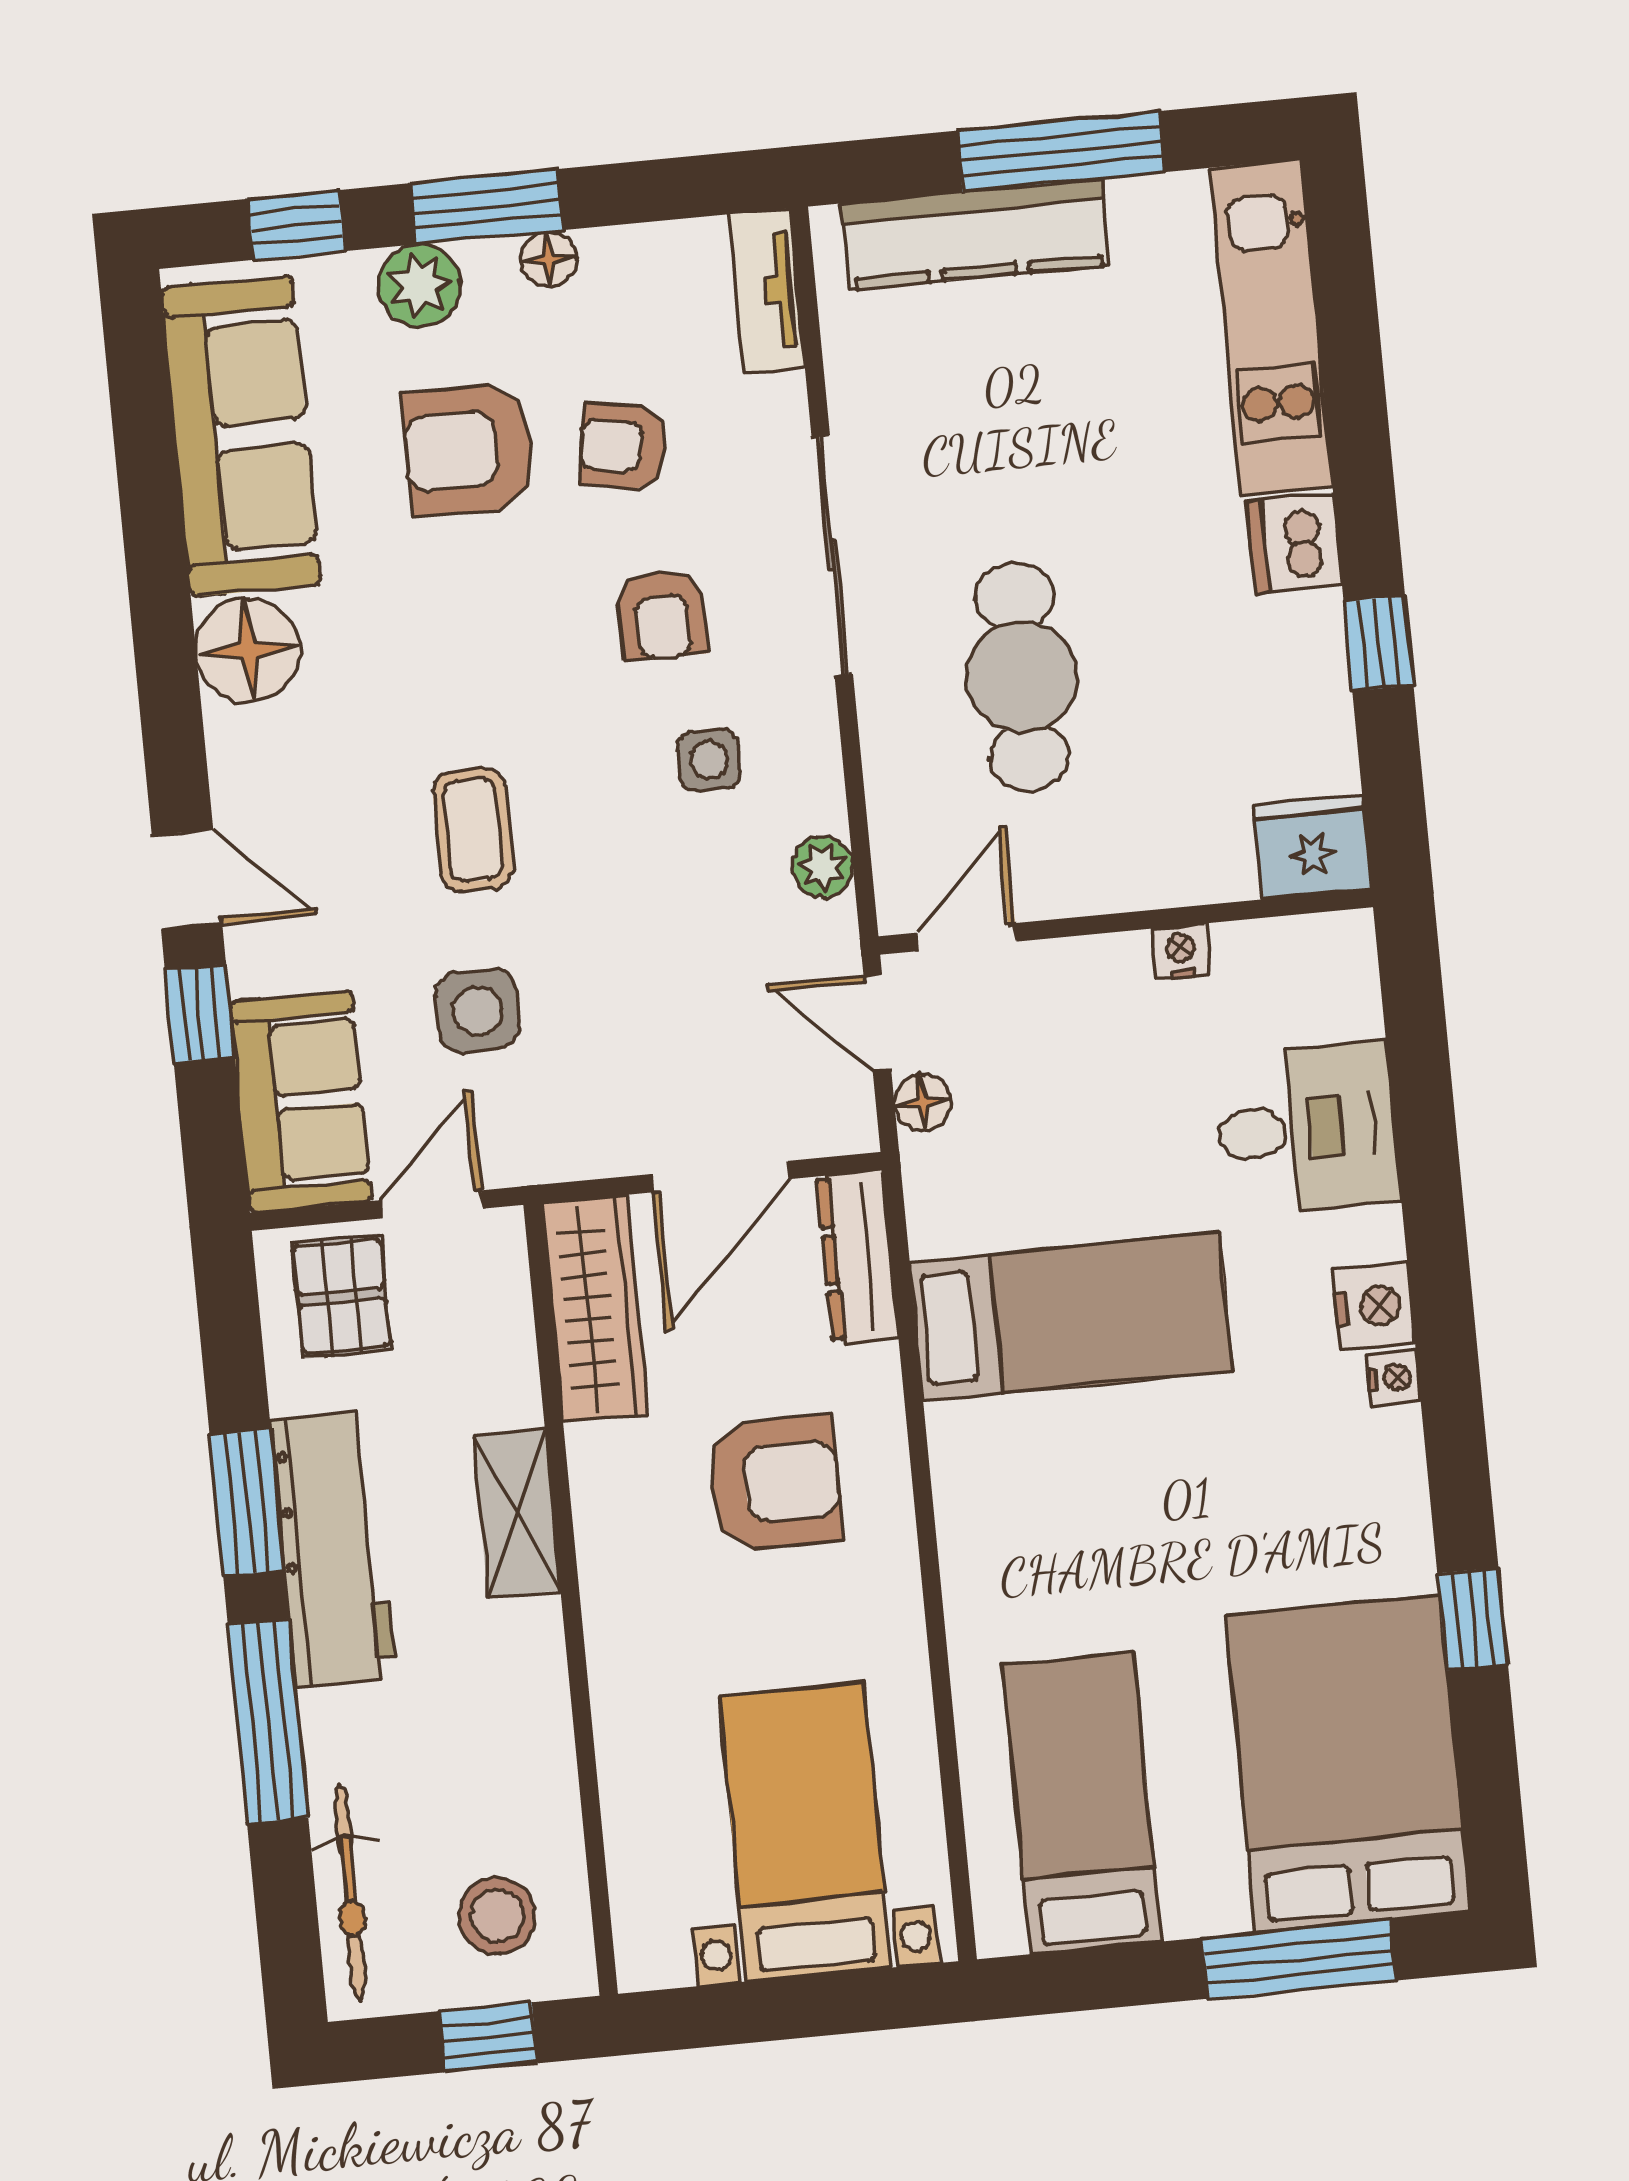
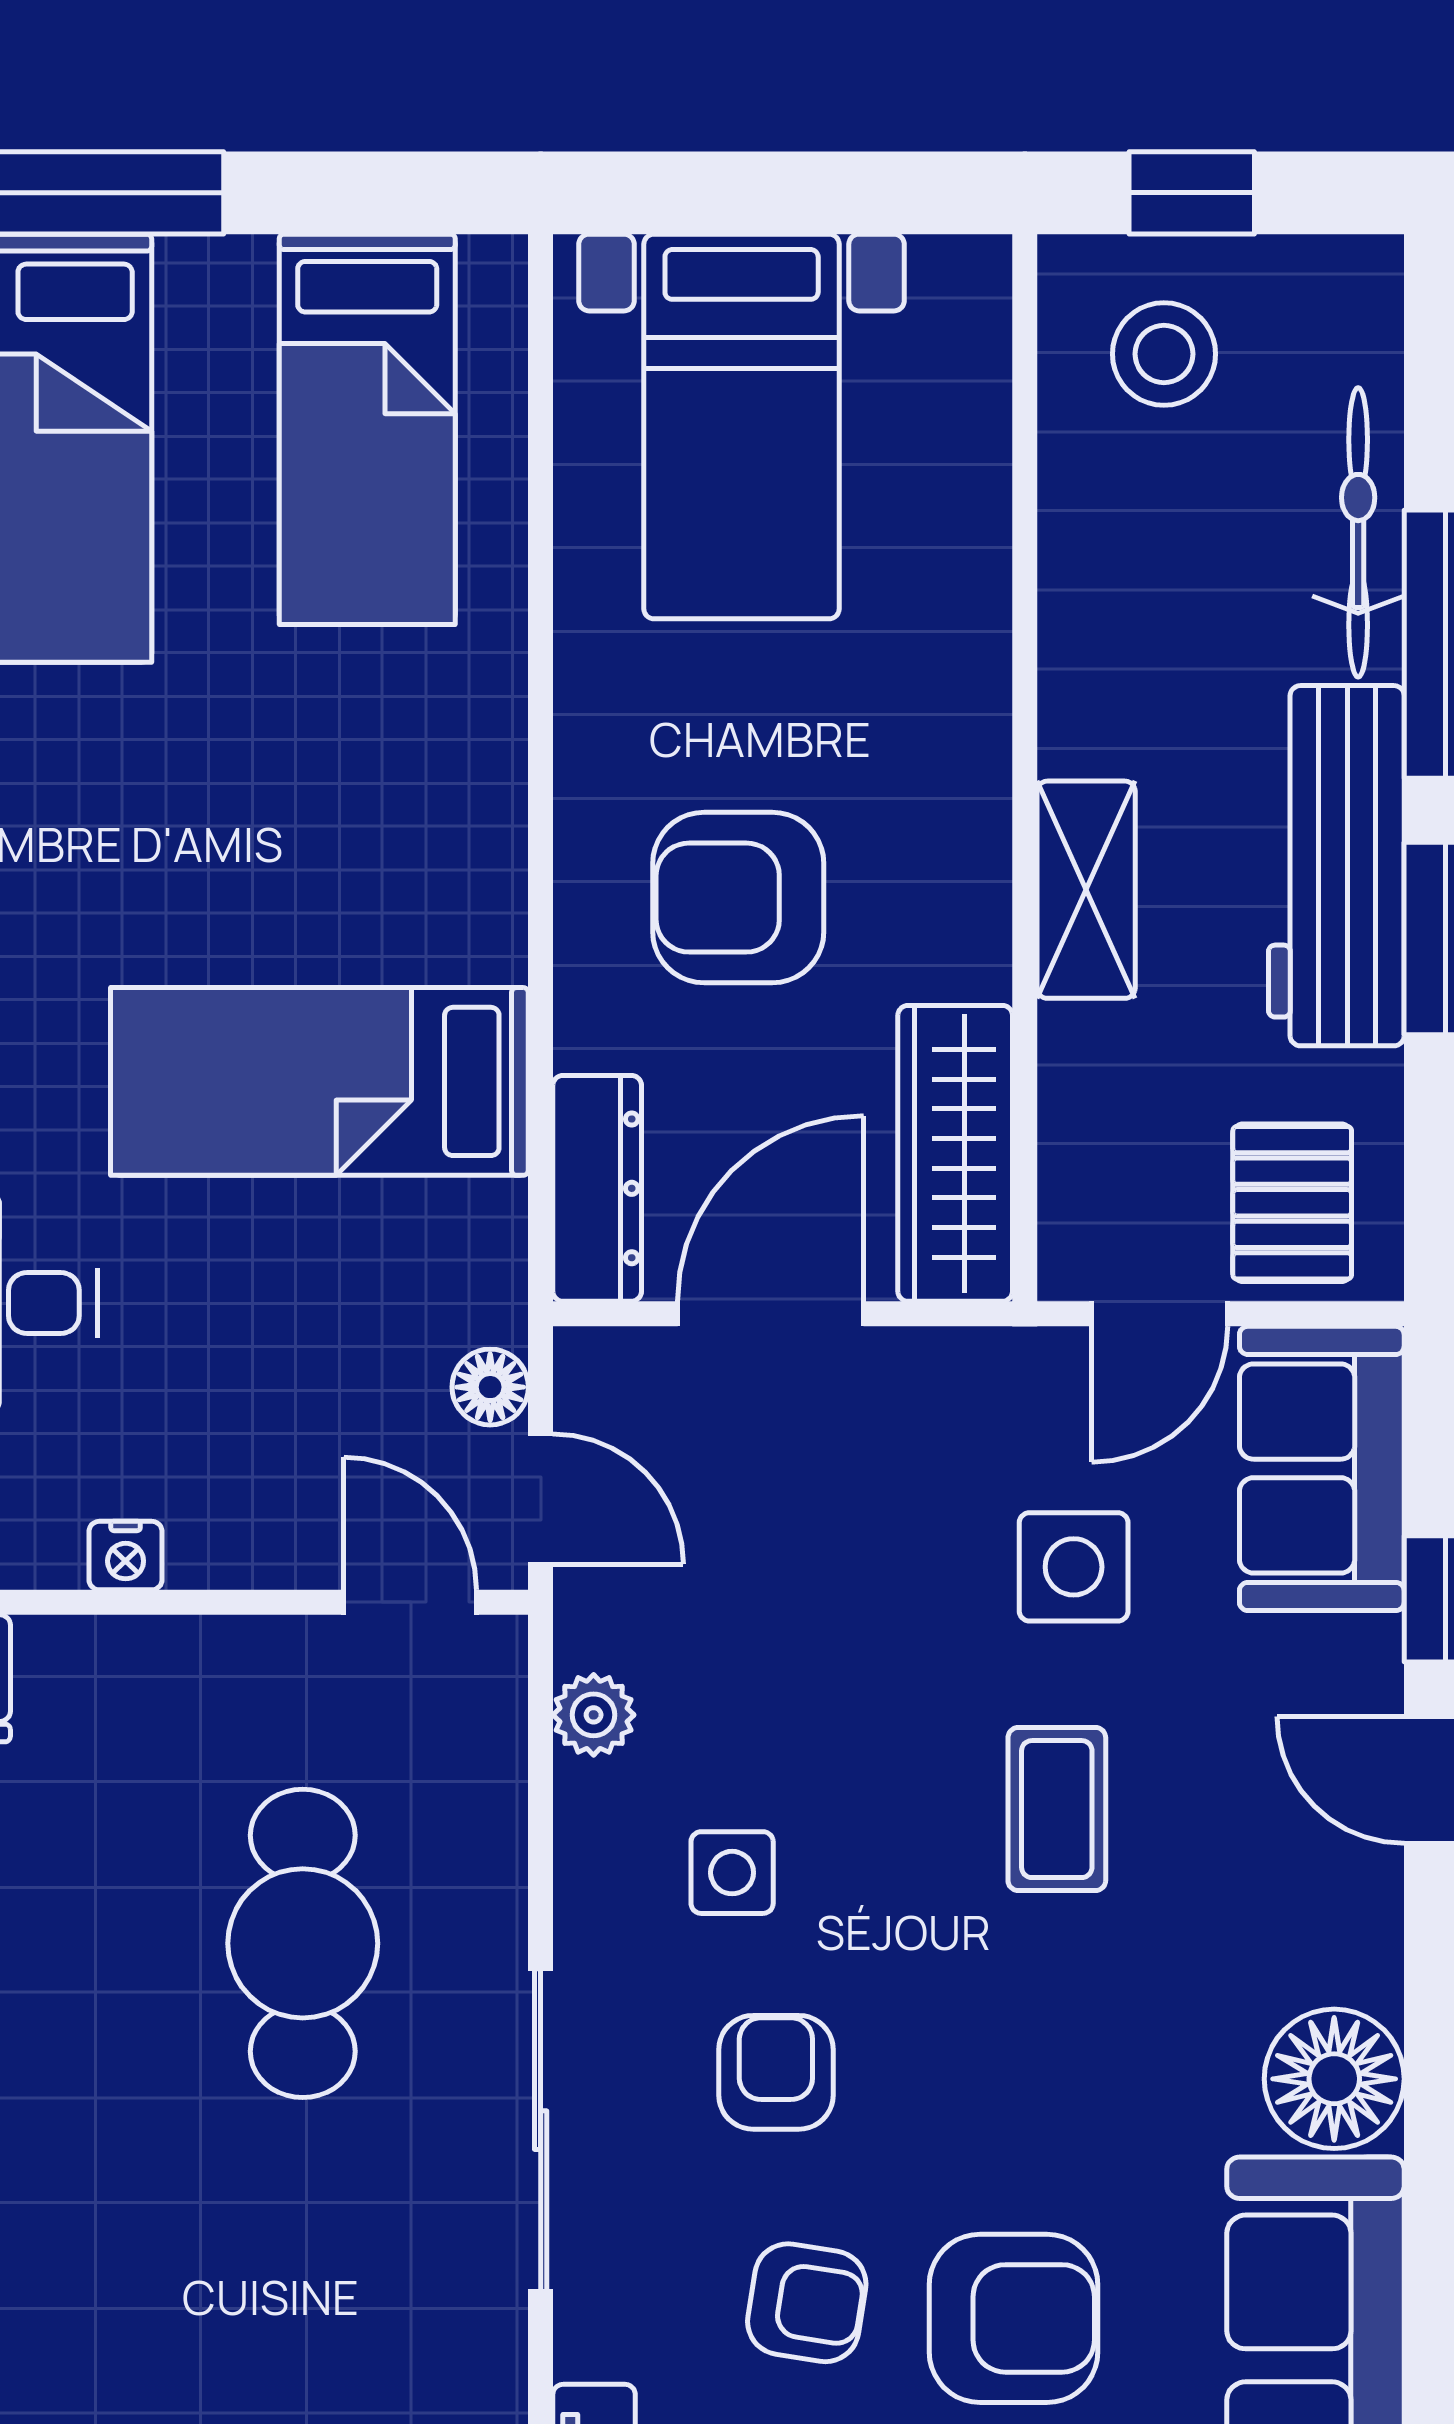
door: (967, 937) -> (410, 1602), swing flipped
bicycle: (350, 1893) -> (1358, 532), moved

